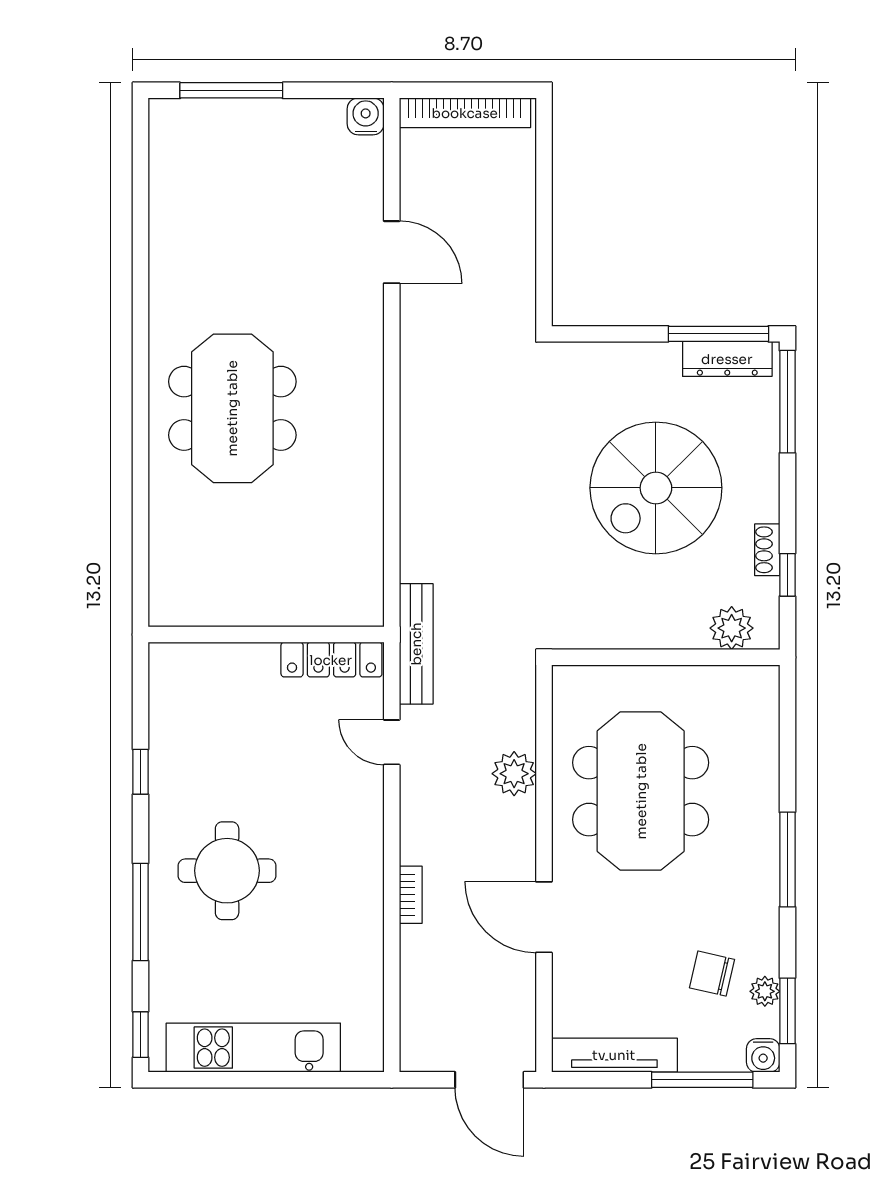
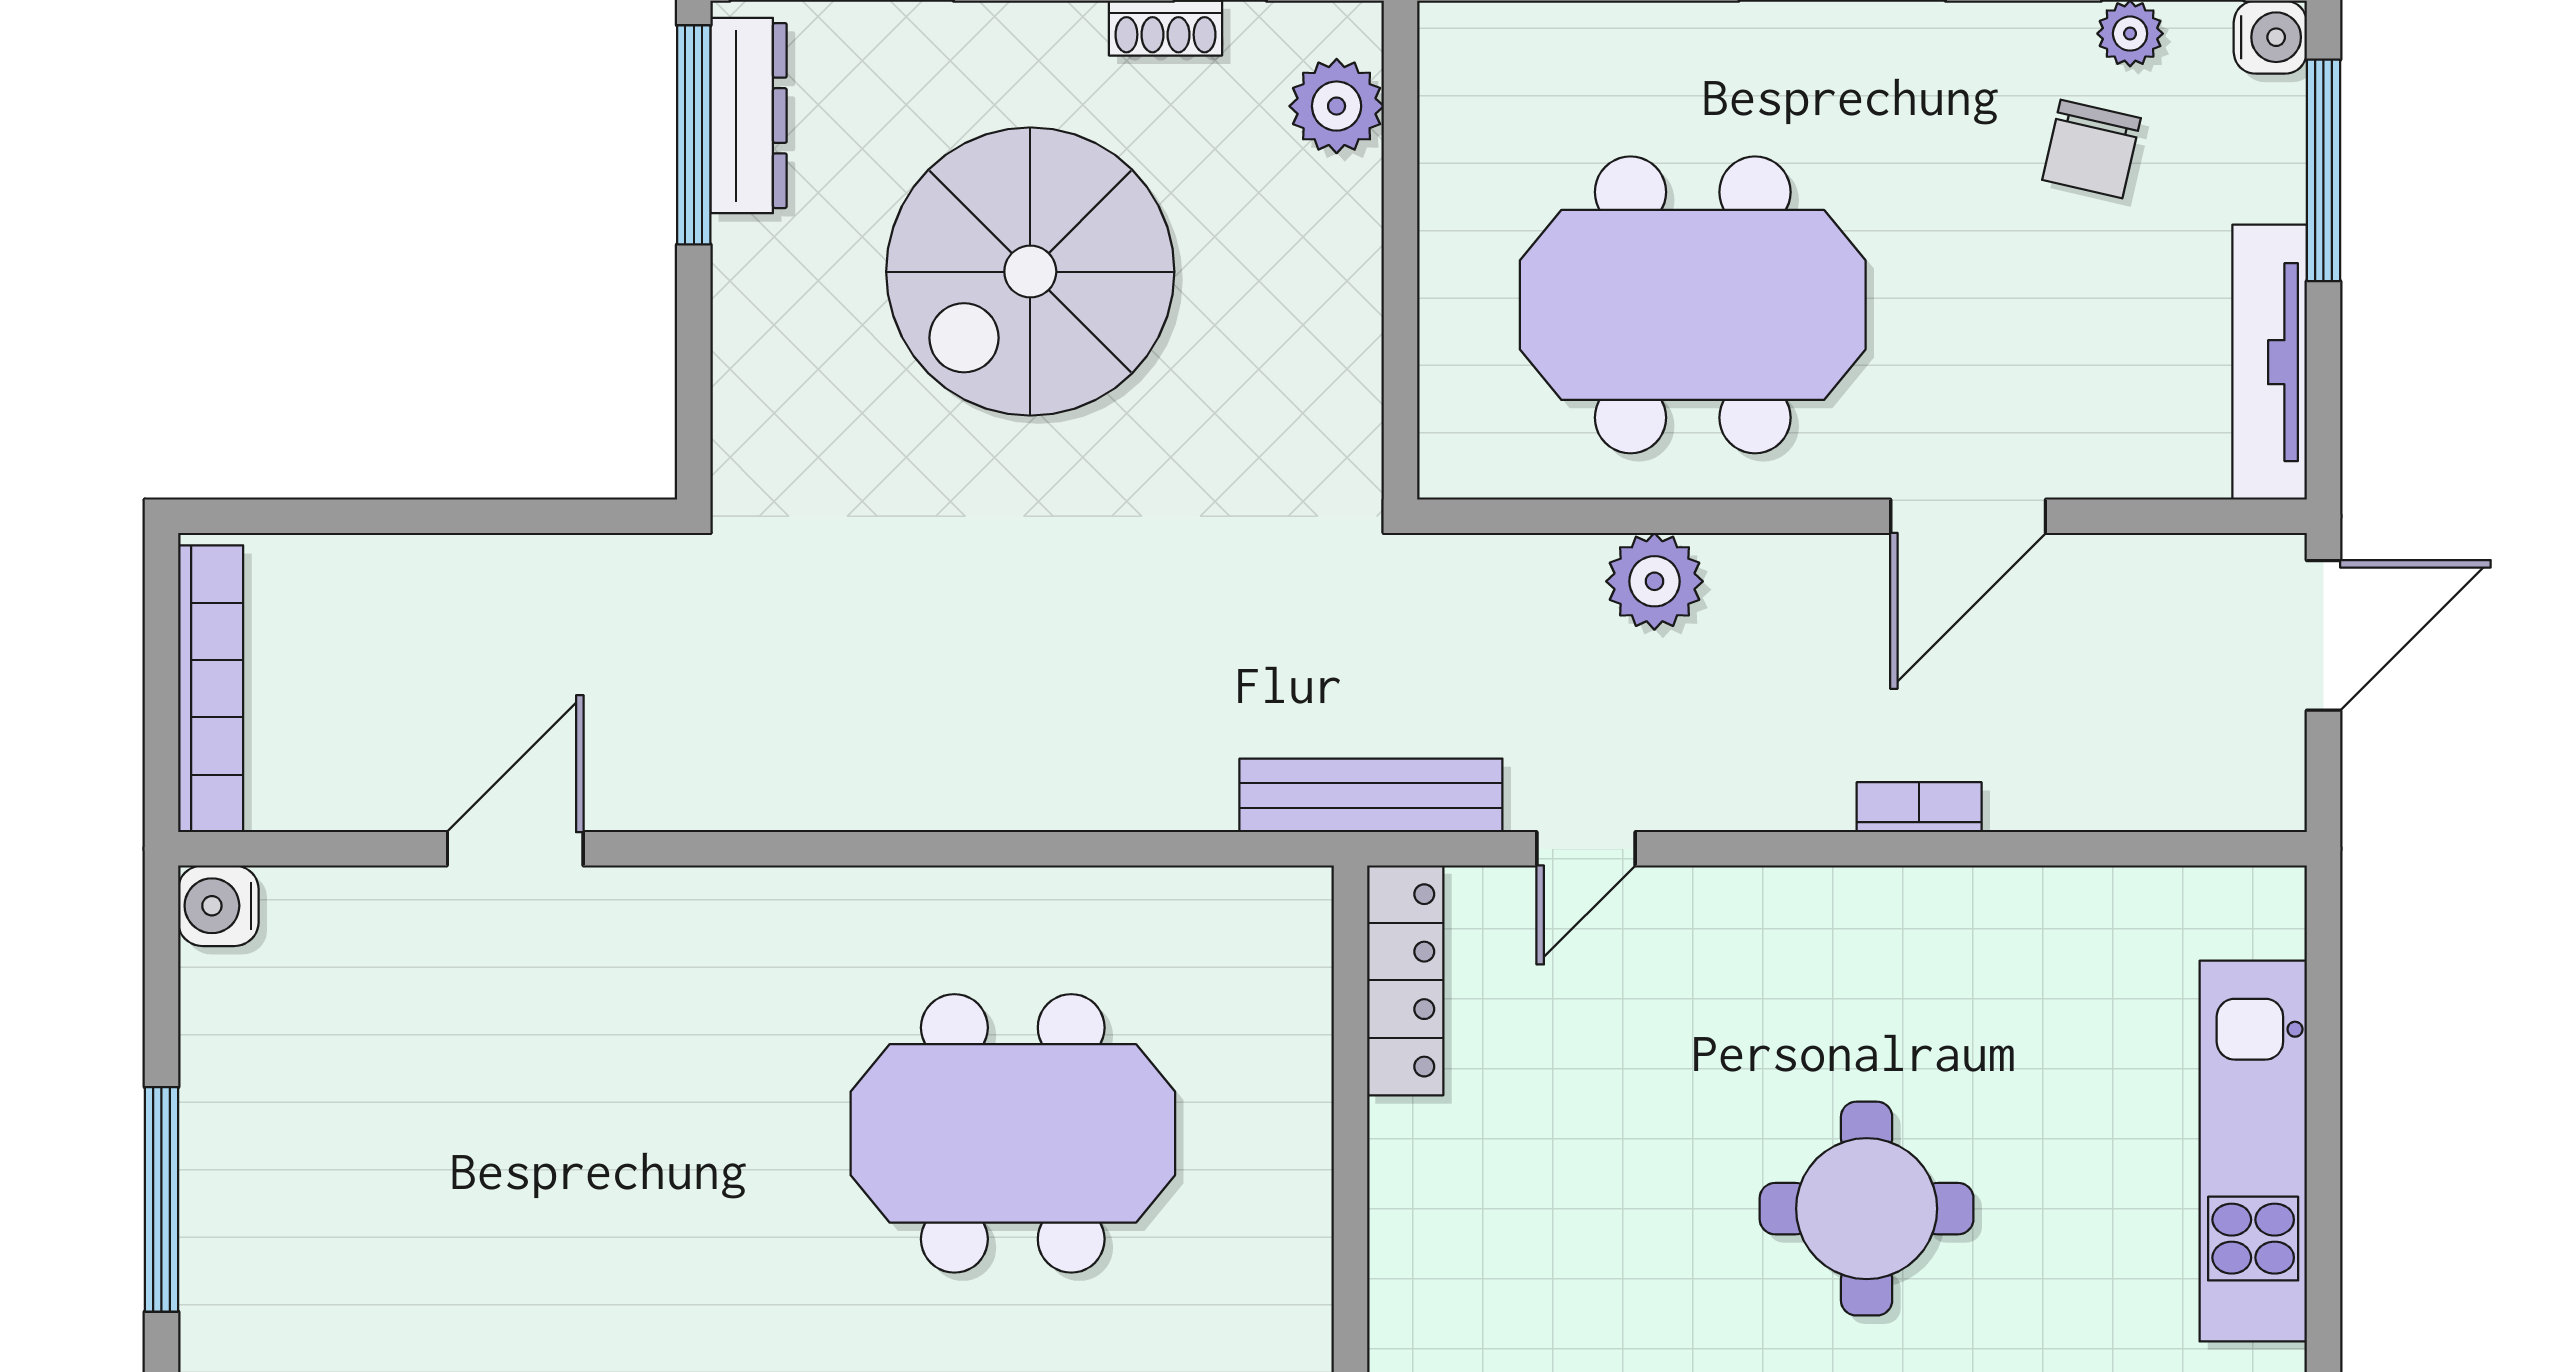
meeting table: (232, 408) -> (1013, 1133), moved
spiral stairs: (656, 488) -> (1030, 272), turned 90

